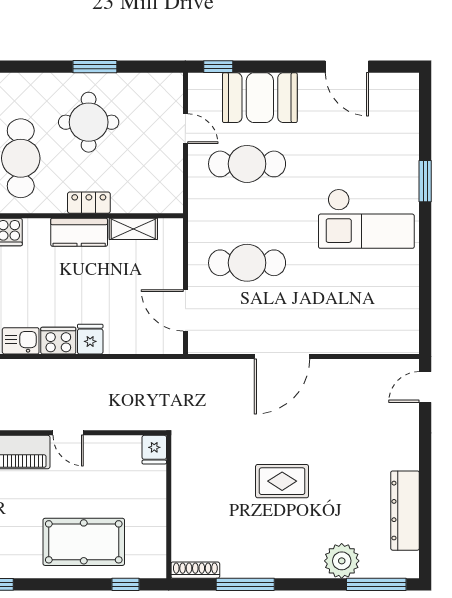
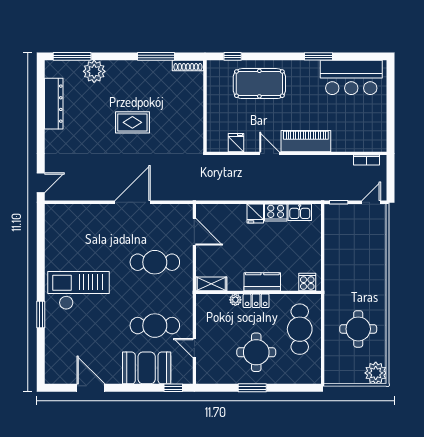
plant: (121, 204) -> (235, 300), added
shelving: (133, 229) -> (211, 284), moved
fridge: (154, 450) -> (236, 143), moved

